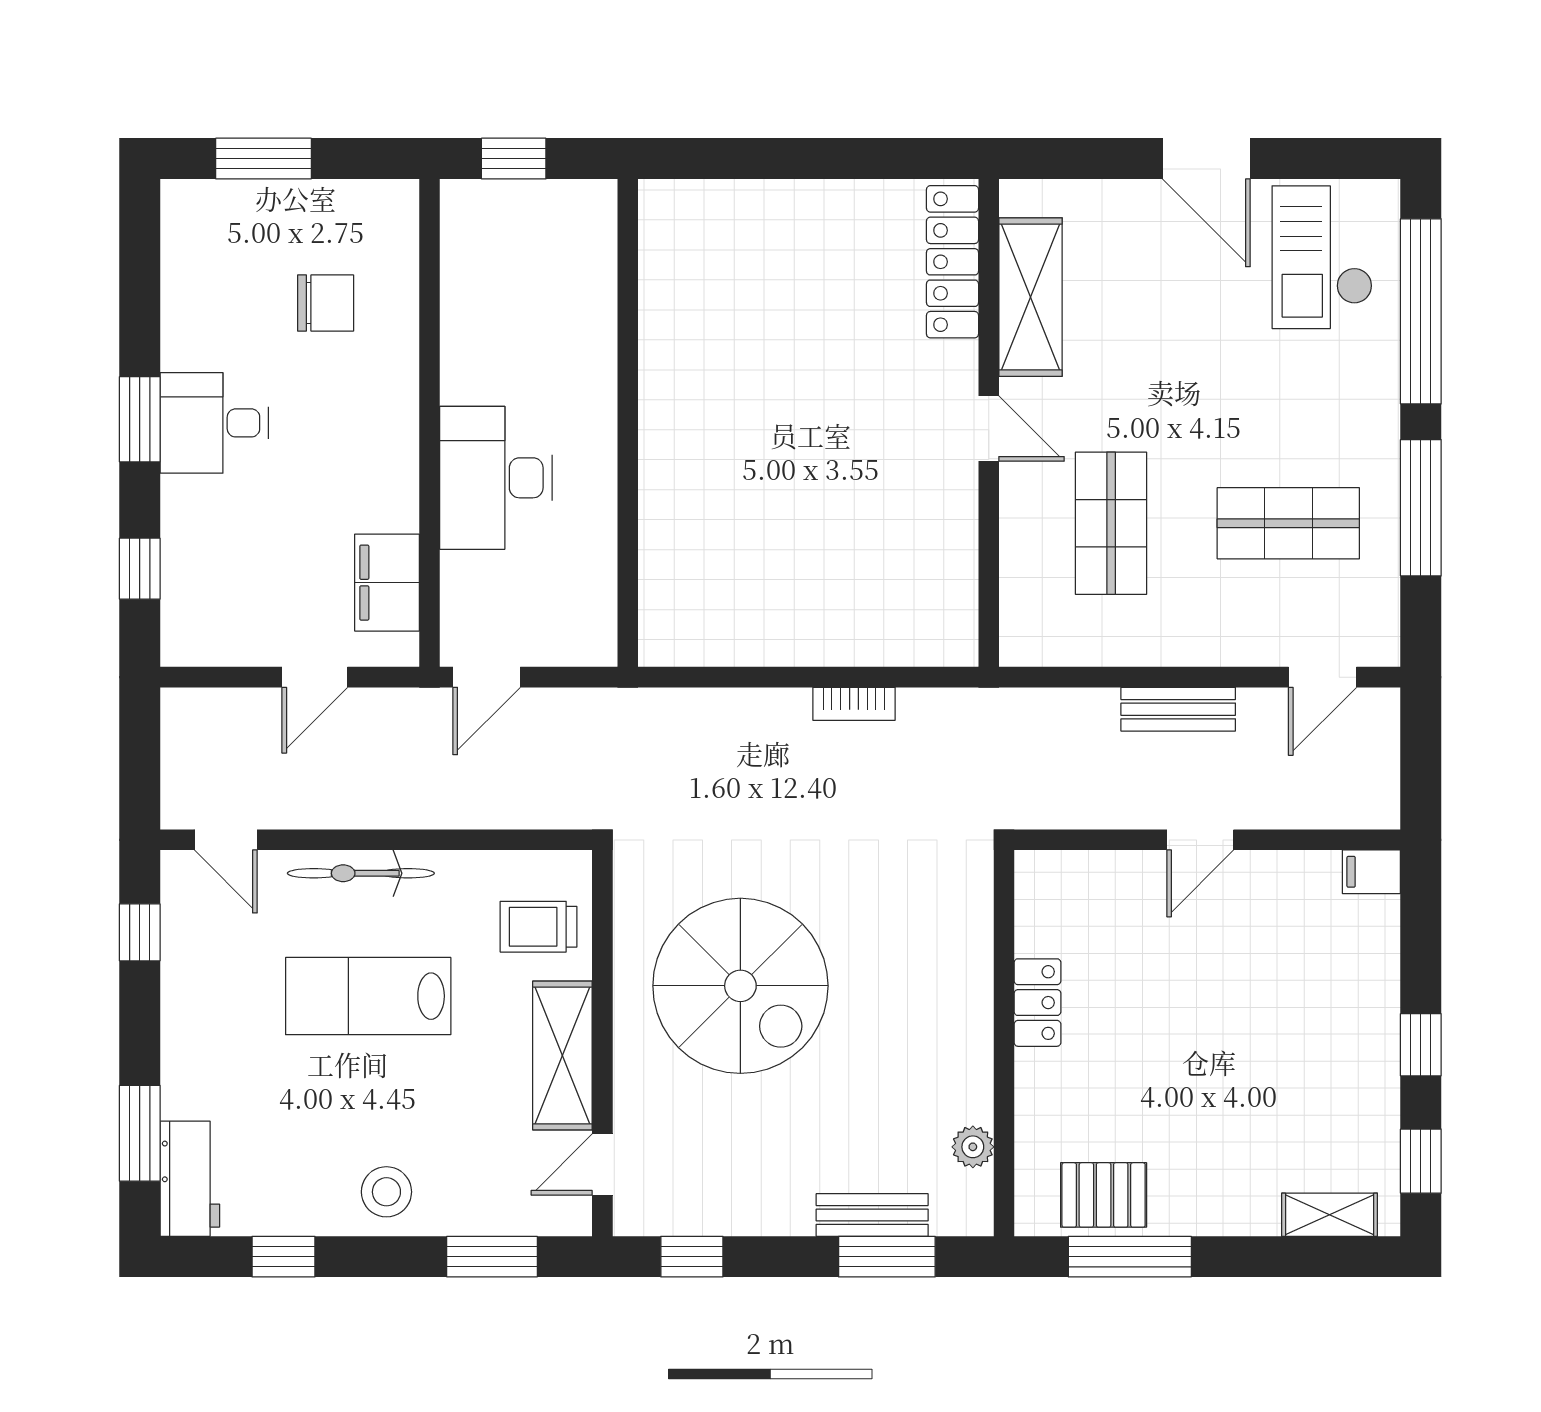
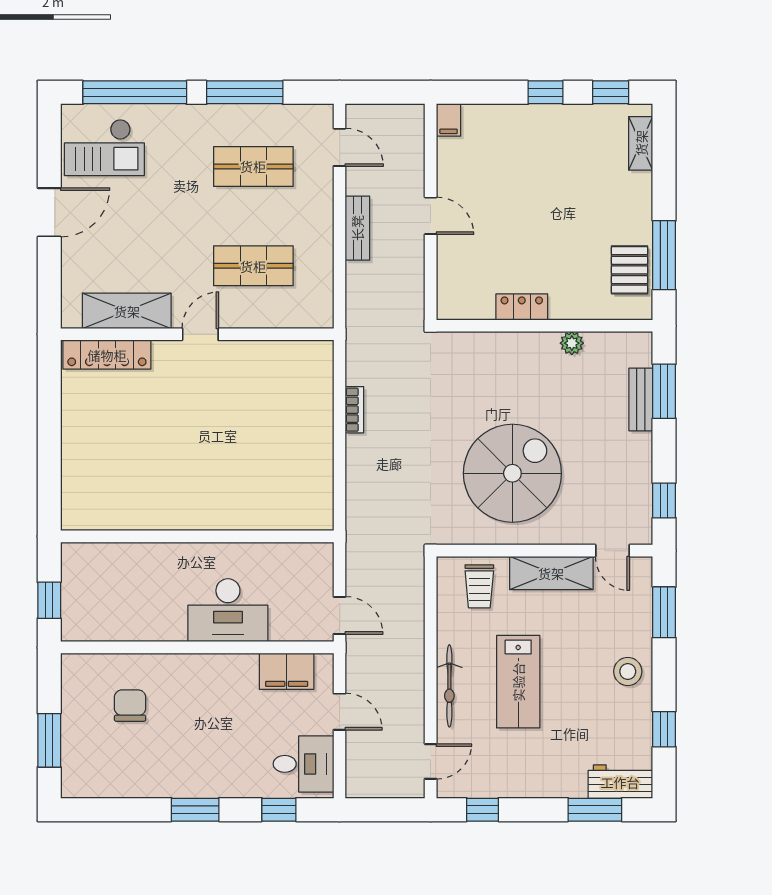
desk: (214, 423) -> (304, 764), moved, turned -90
shop shelf: (1288, 523) -> (253, 166), turned 90
plant: (973, 1147) -> (572, 343), moved

